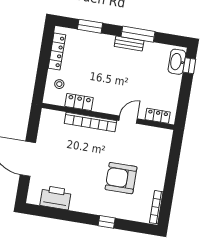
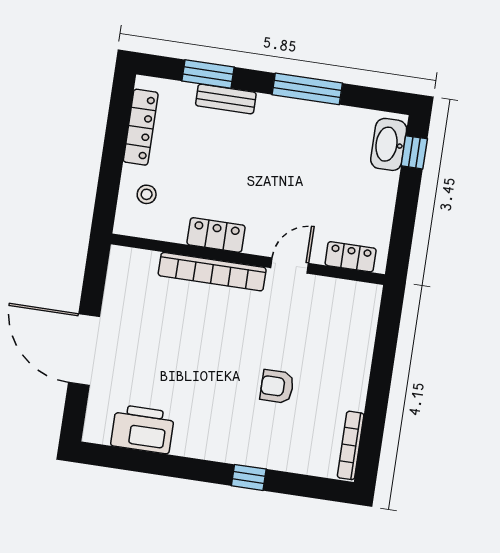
bench: (129, 44) -> (226, 99), moved
locker: (79, 102) -> (216, 235), moved
armchair: (121, 178) -> (277, 386), width x0.53, depth x0.53

